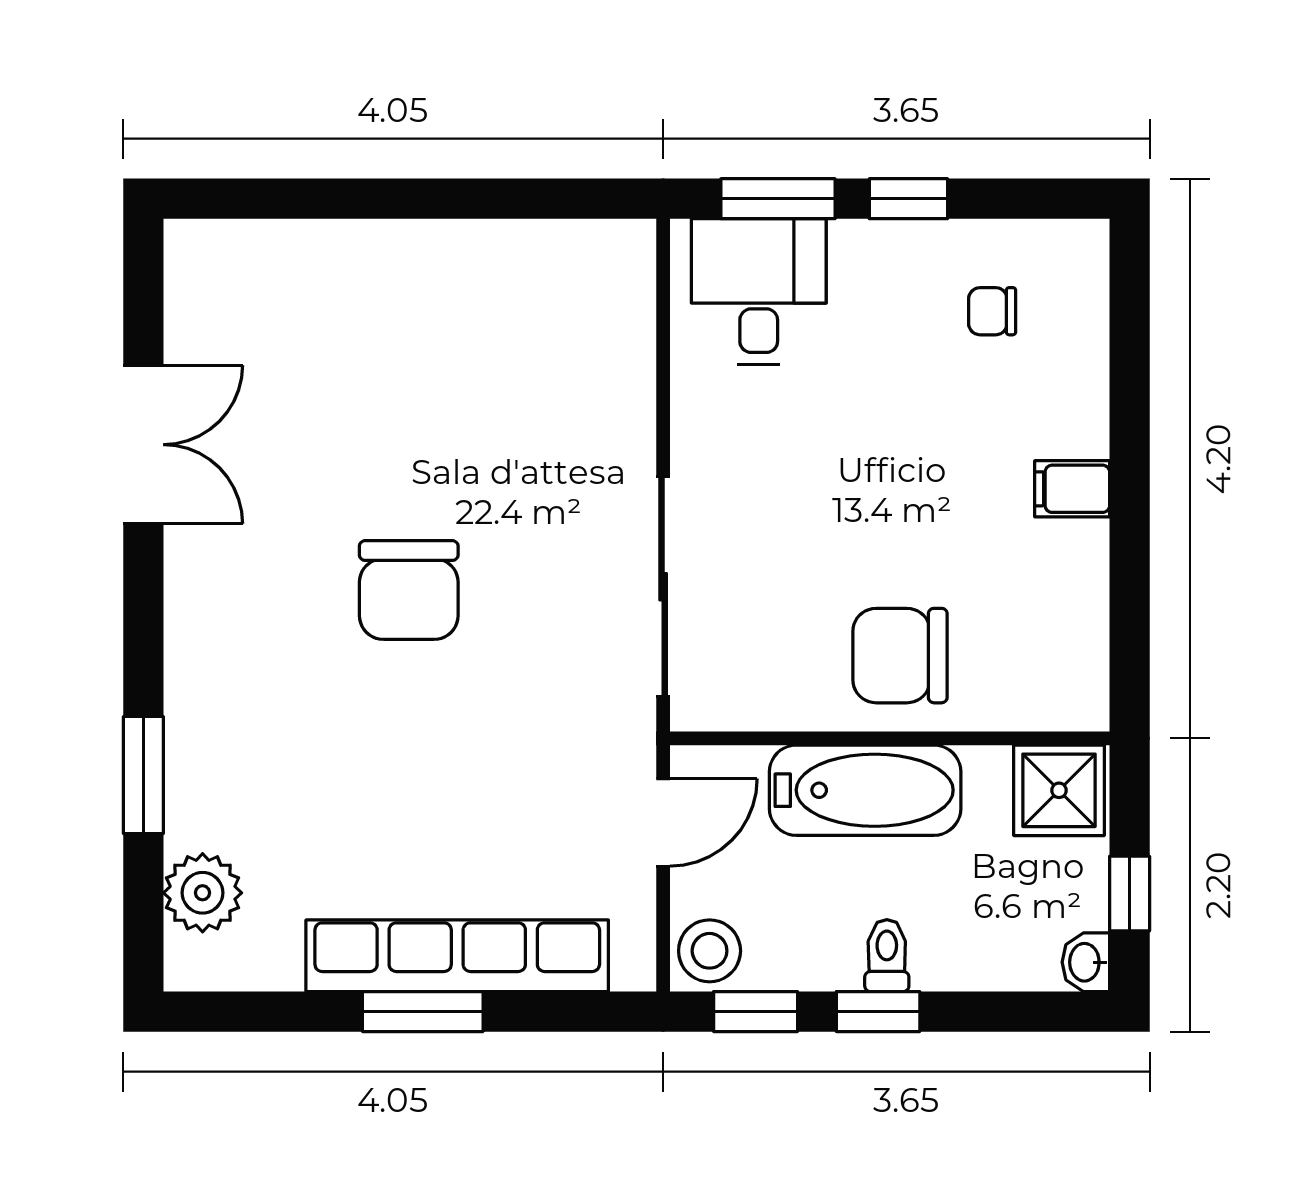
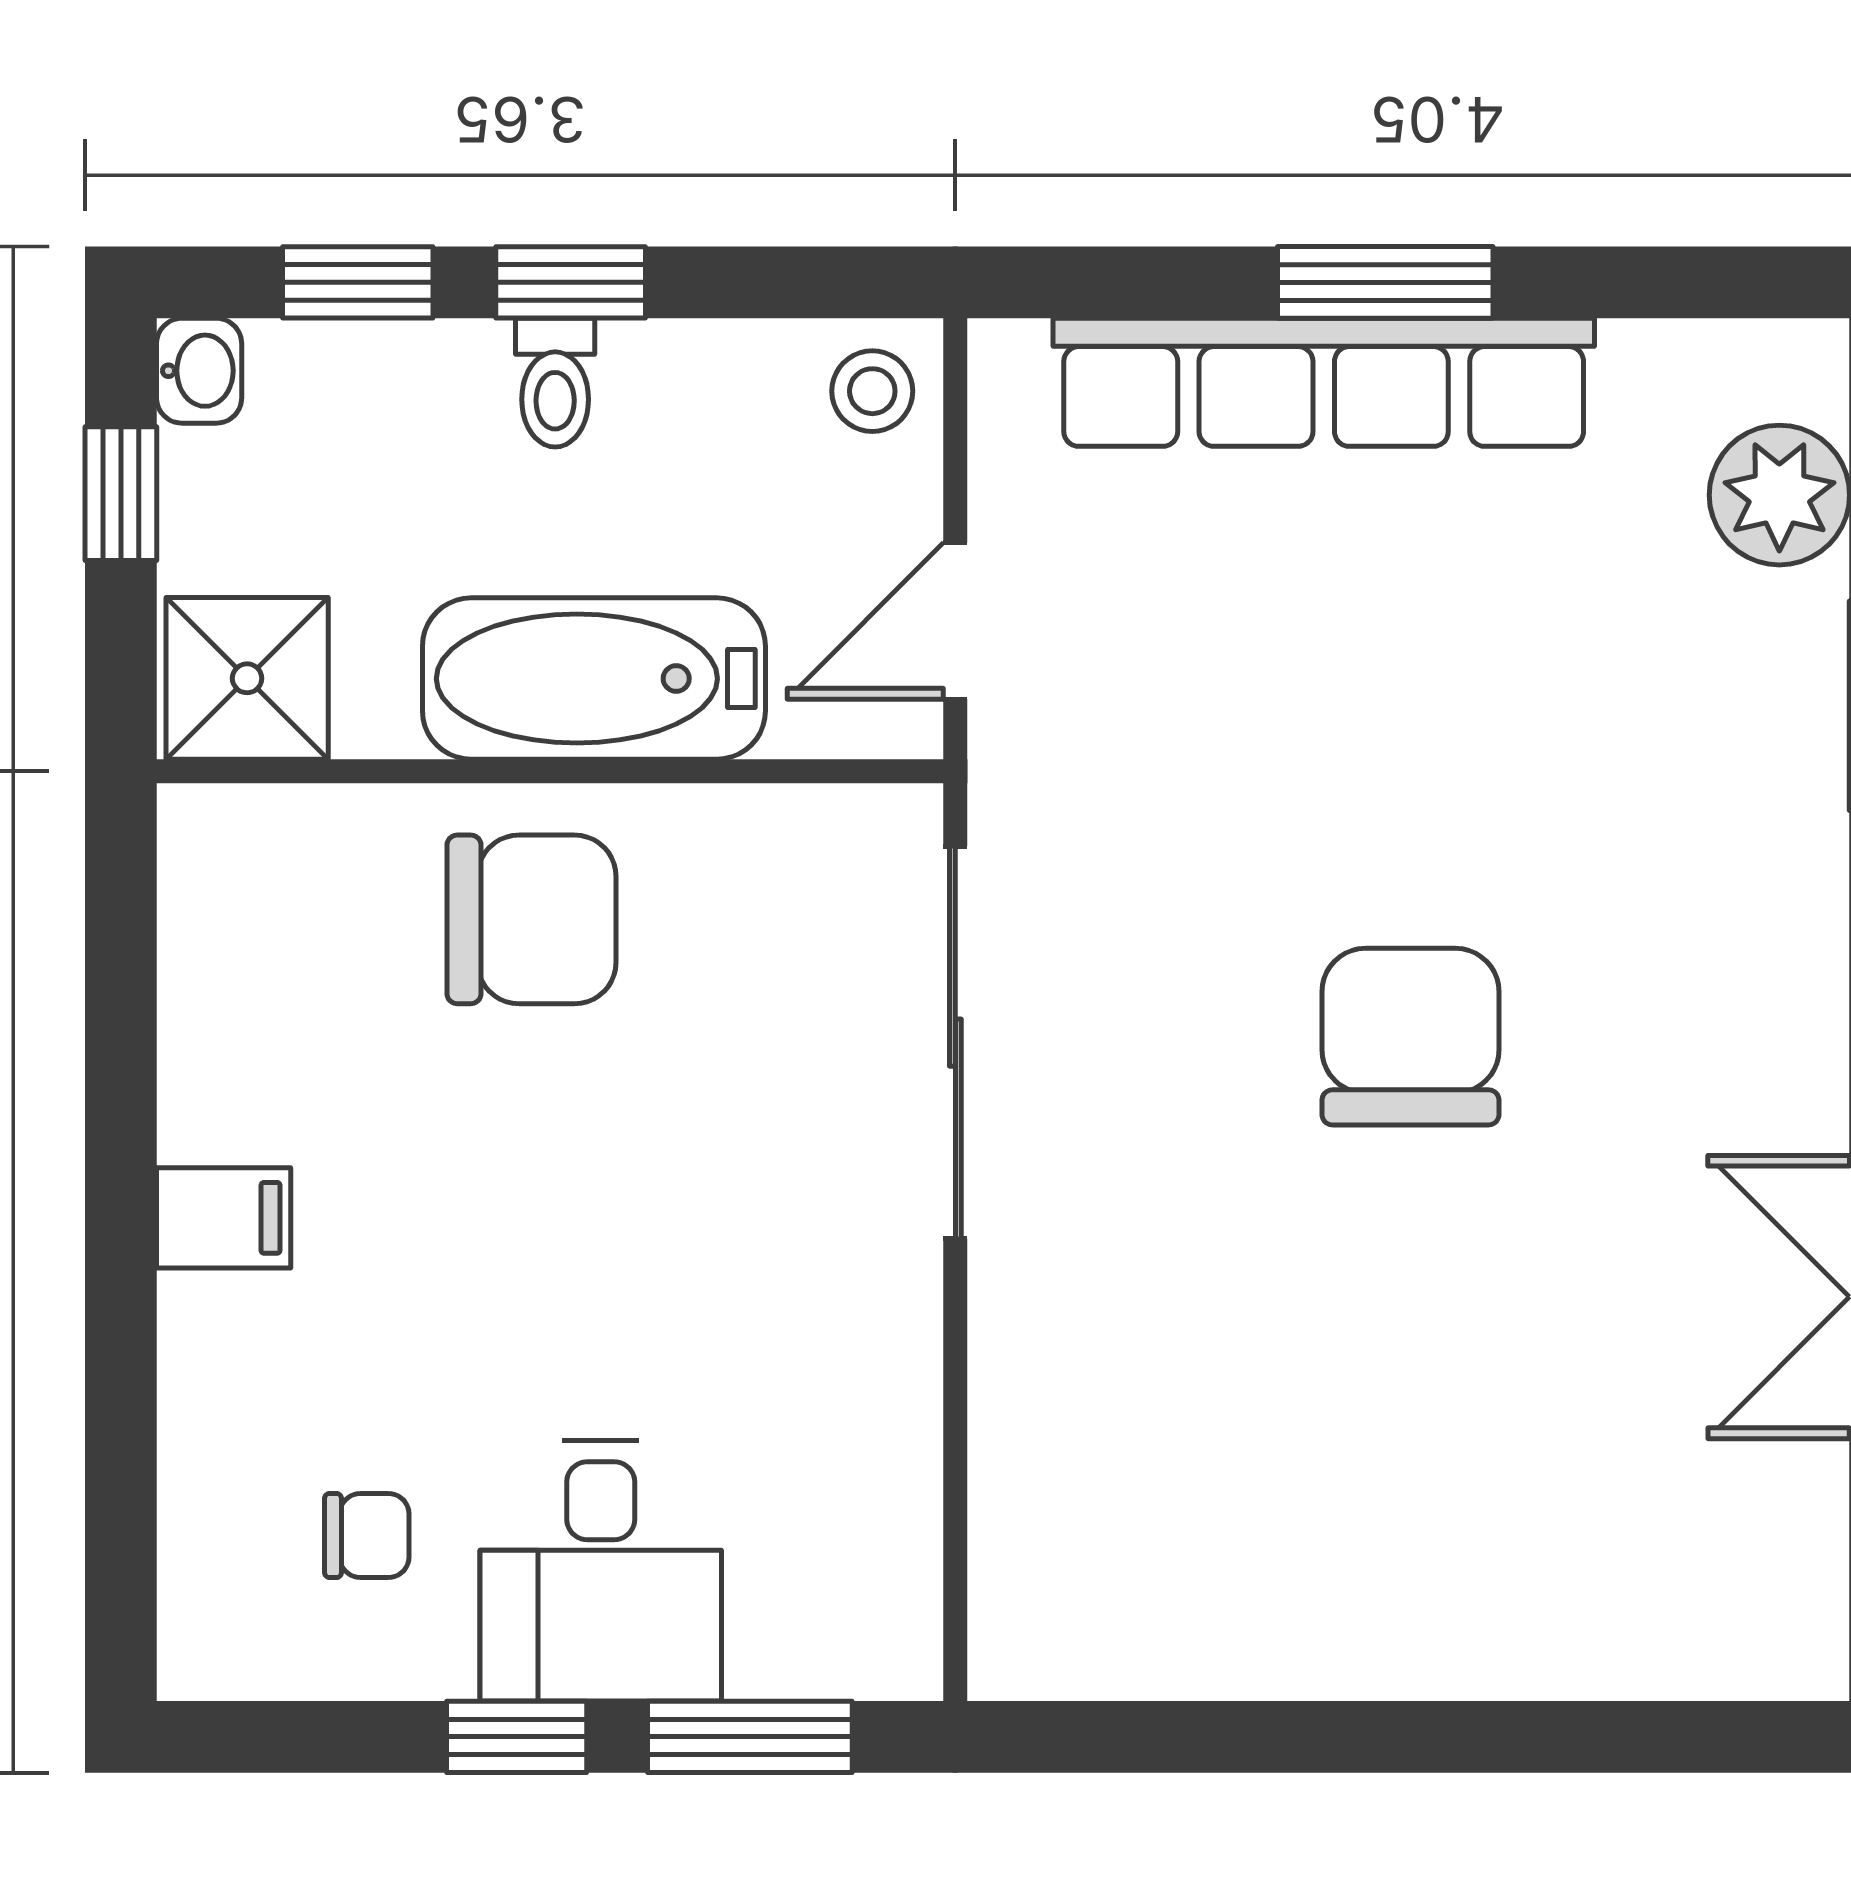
desk: (759, 291) -> (601, 1571), moved
stool: (710, 951) -> (872, 391), width x0.73, depth x0.73
window: (756, 1012) -> (358, 282), moved

